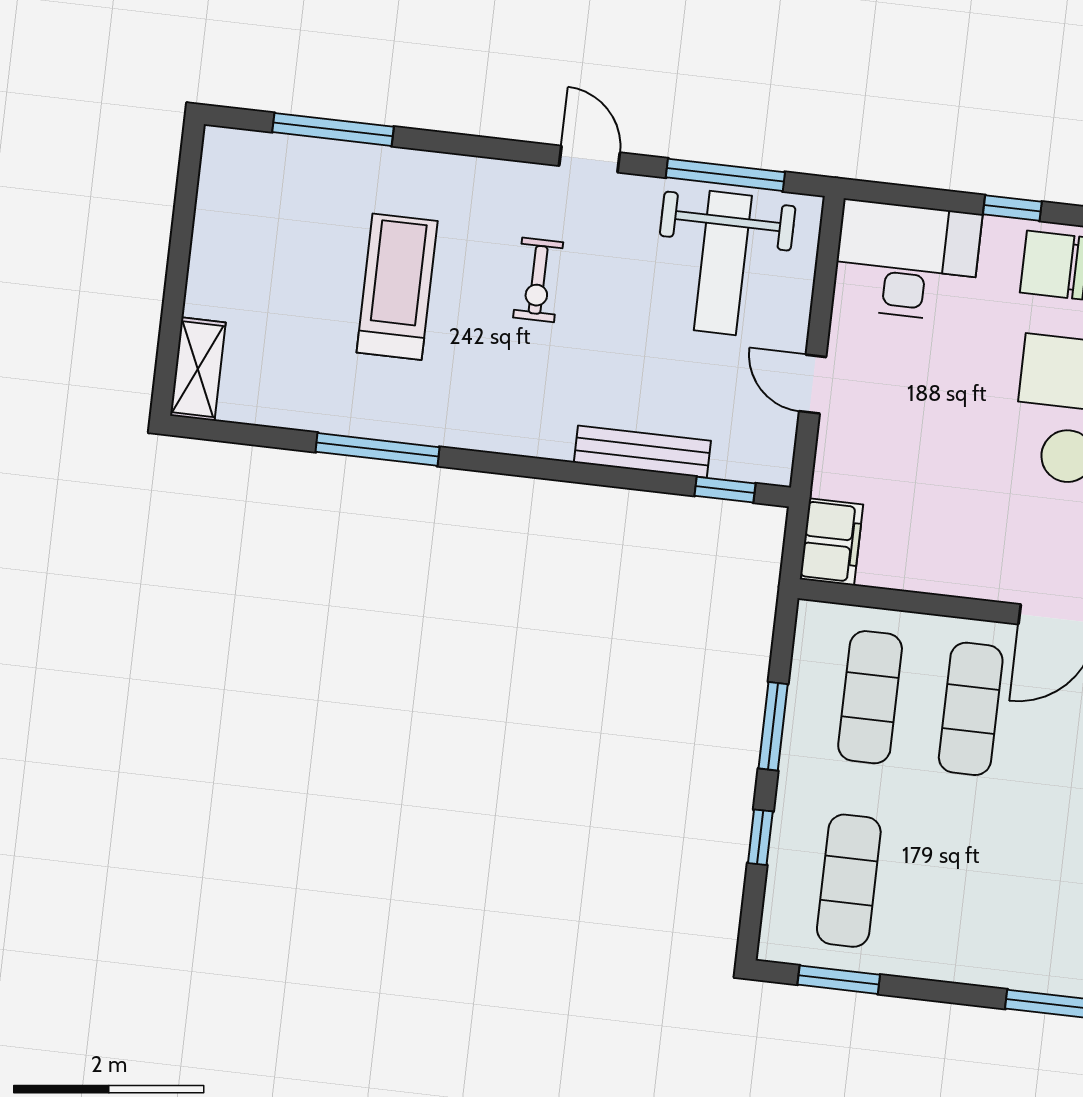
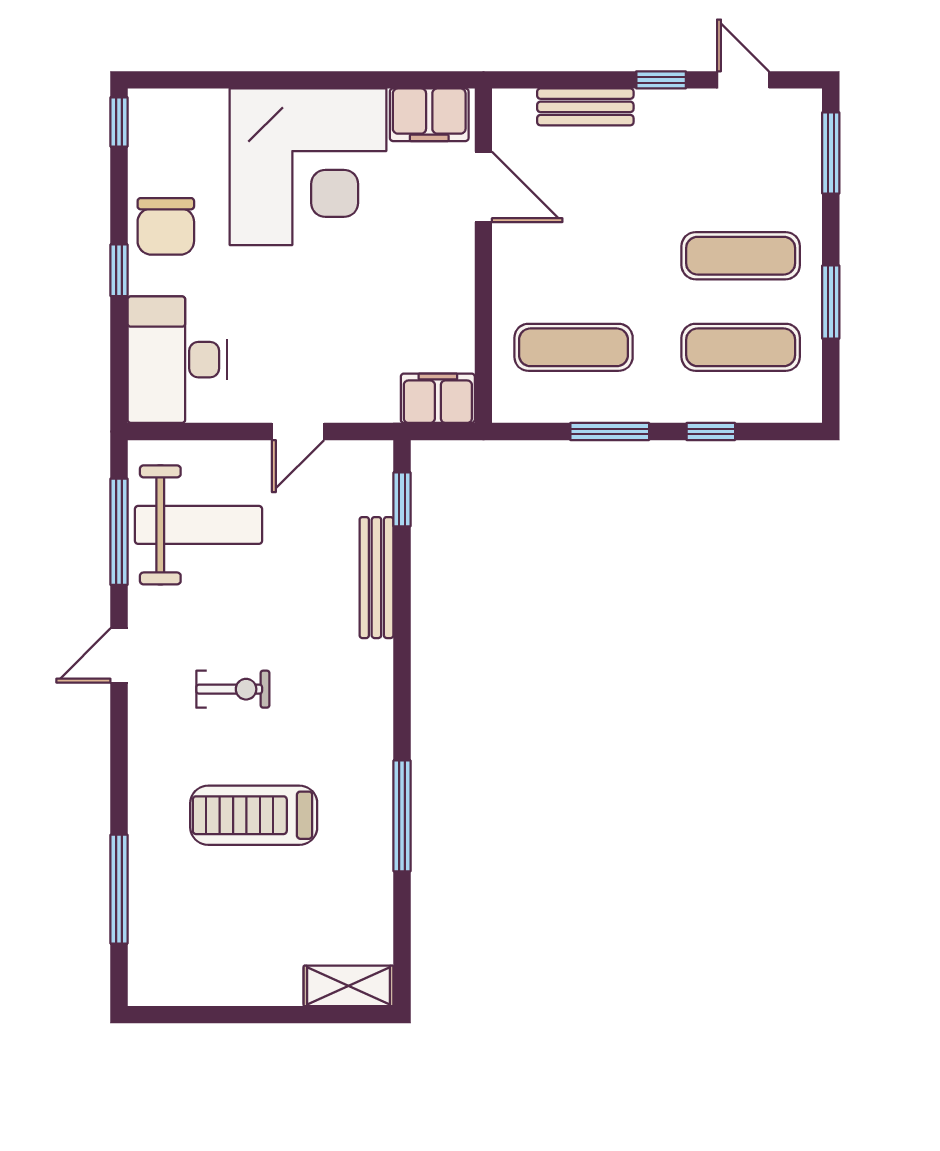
exercise mat: (971, 709) -> (741, 256), moved
window: (839, 980) -> (831, 302), moved

